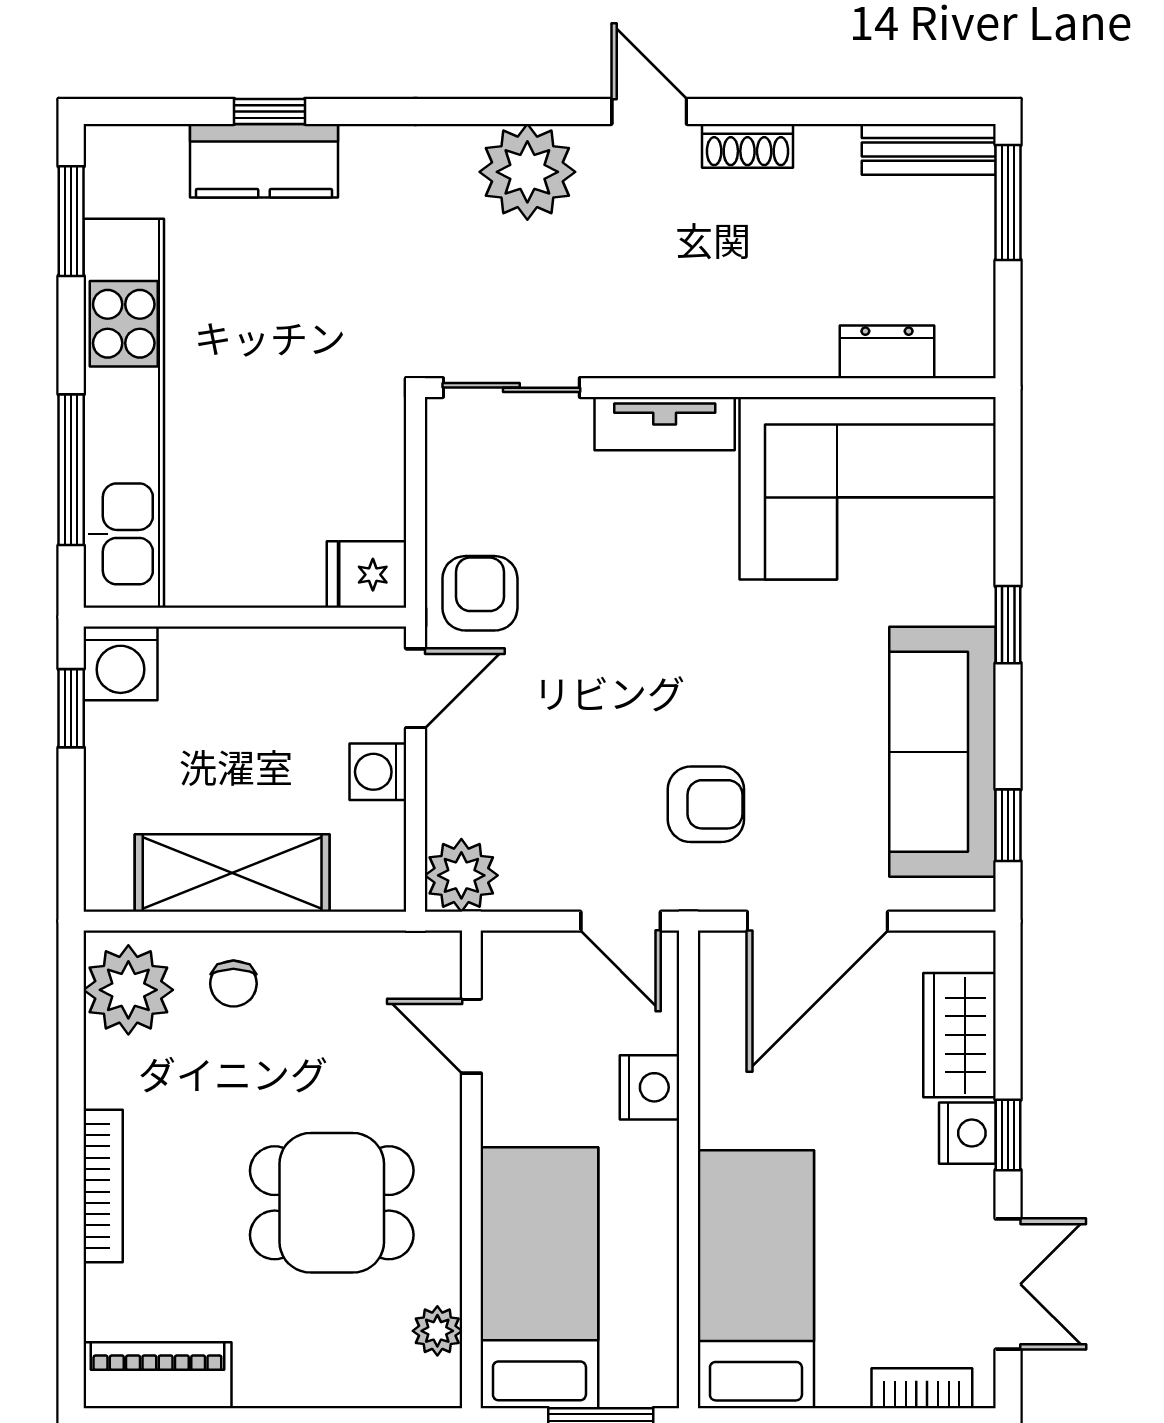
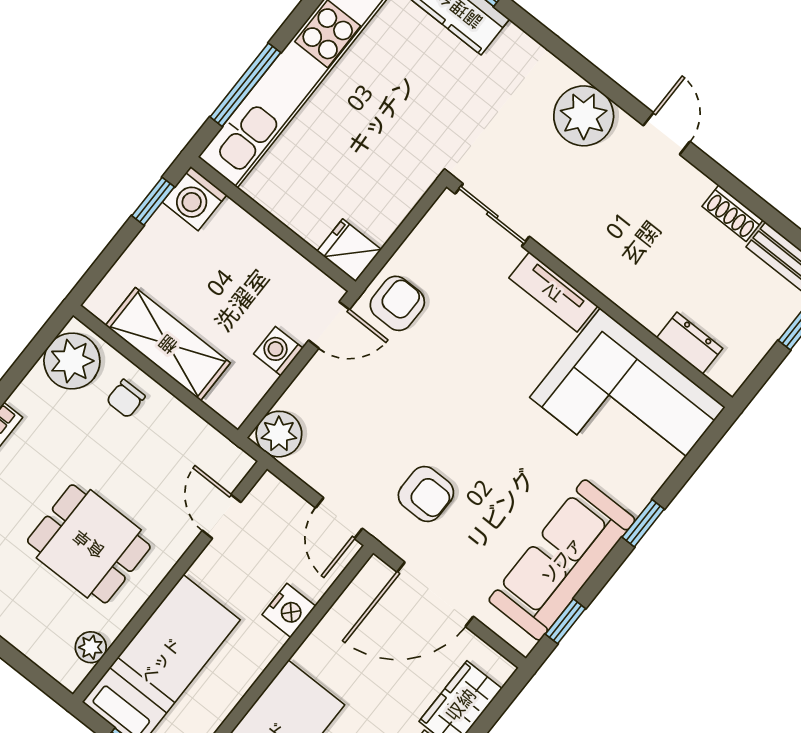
shoe rack: (747, 146) -> (733, 213), moved

